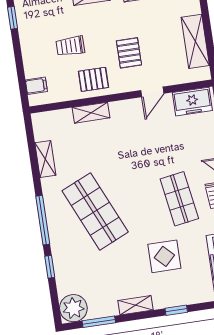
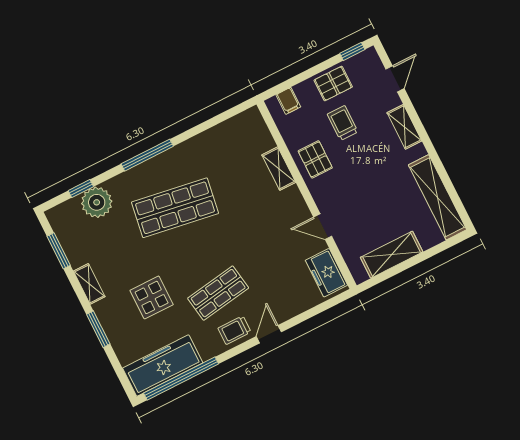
pallet: (129, 53) -> (333, 84), moved
shelving: (45, 159) -> (213, 136), removed
shop shelf: (95, 211) -> (175, 208), turned 33
window: (50, 267) -> (81, 189), moved
plant: (73, 308) -> (97, 202), moved
window: (176, 310) -> (98, 329), width x1.50

